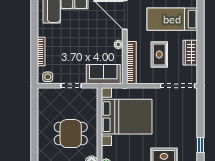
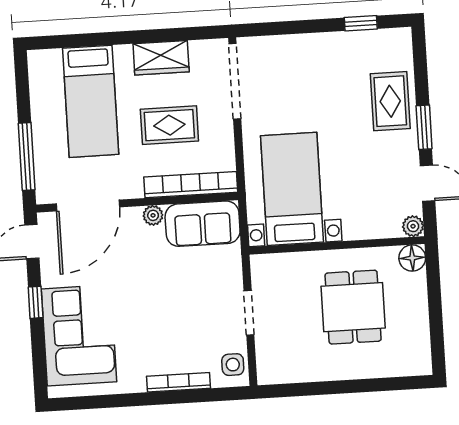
sofa: (103, 74) -> (203, 224), moved, turned -90
bed with nightstands: (127, 117) -> (292, 189), width x0.73

